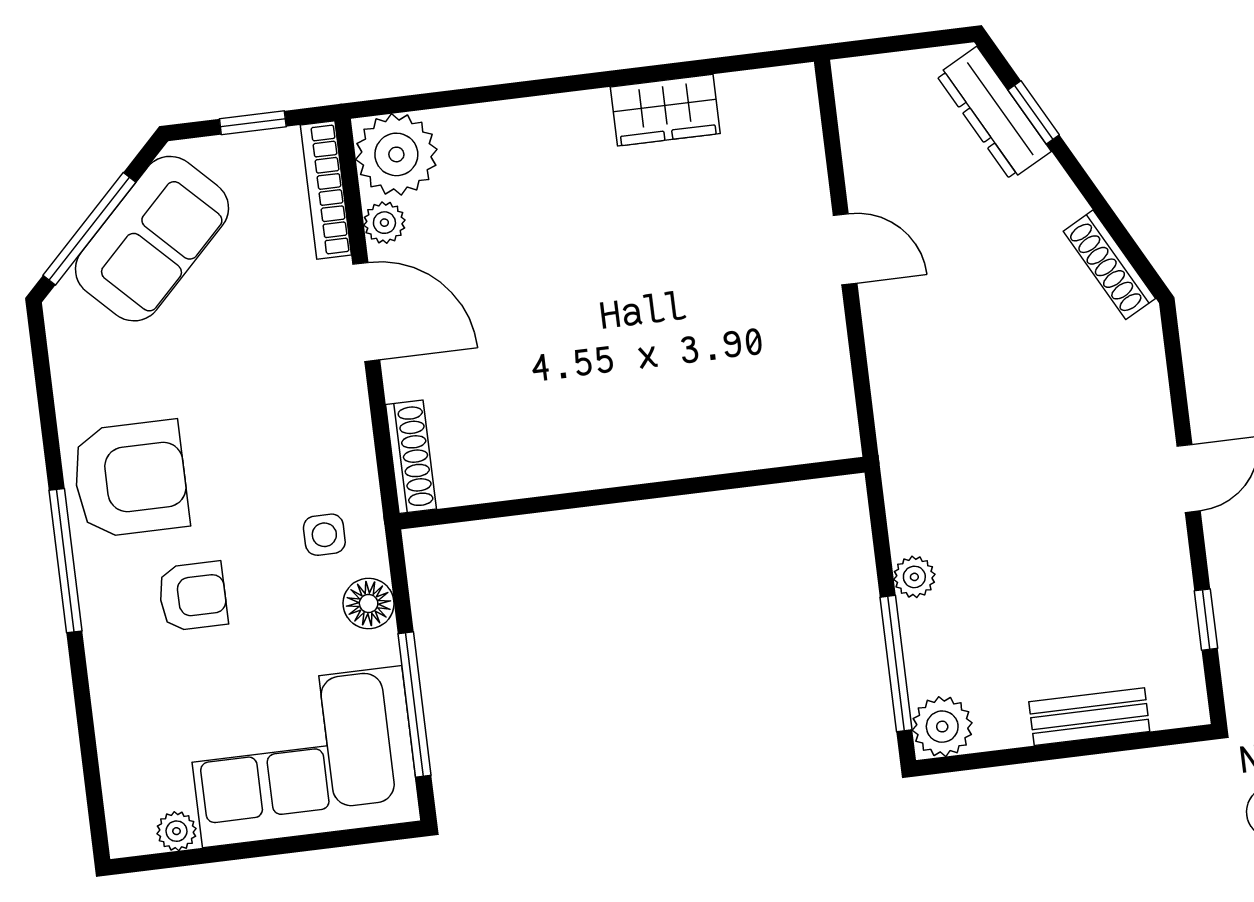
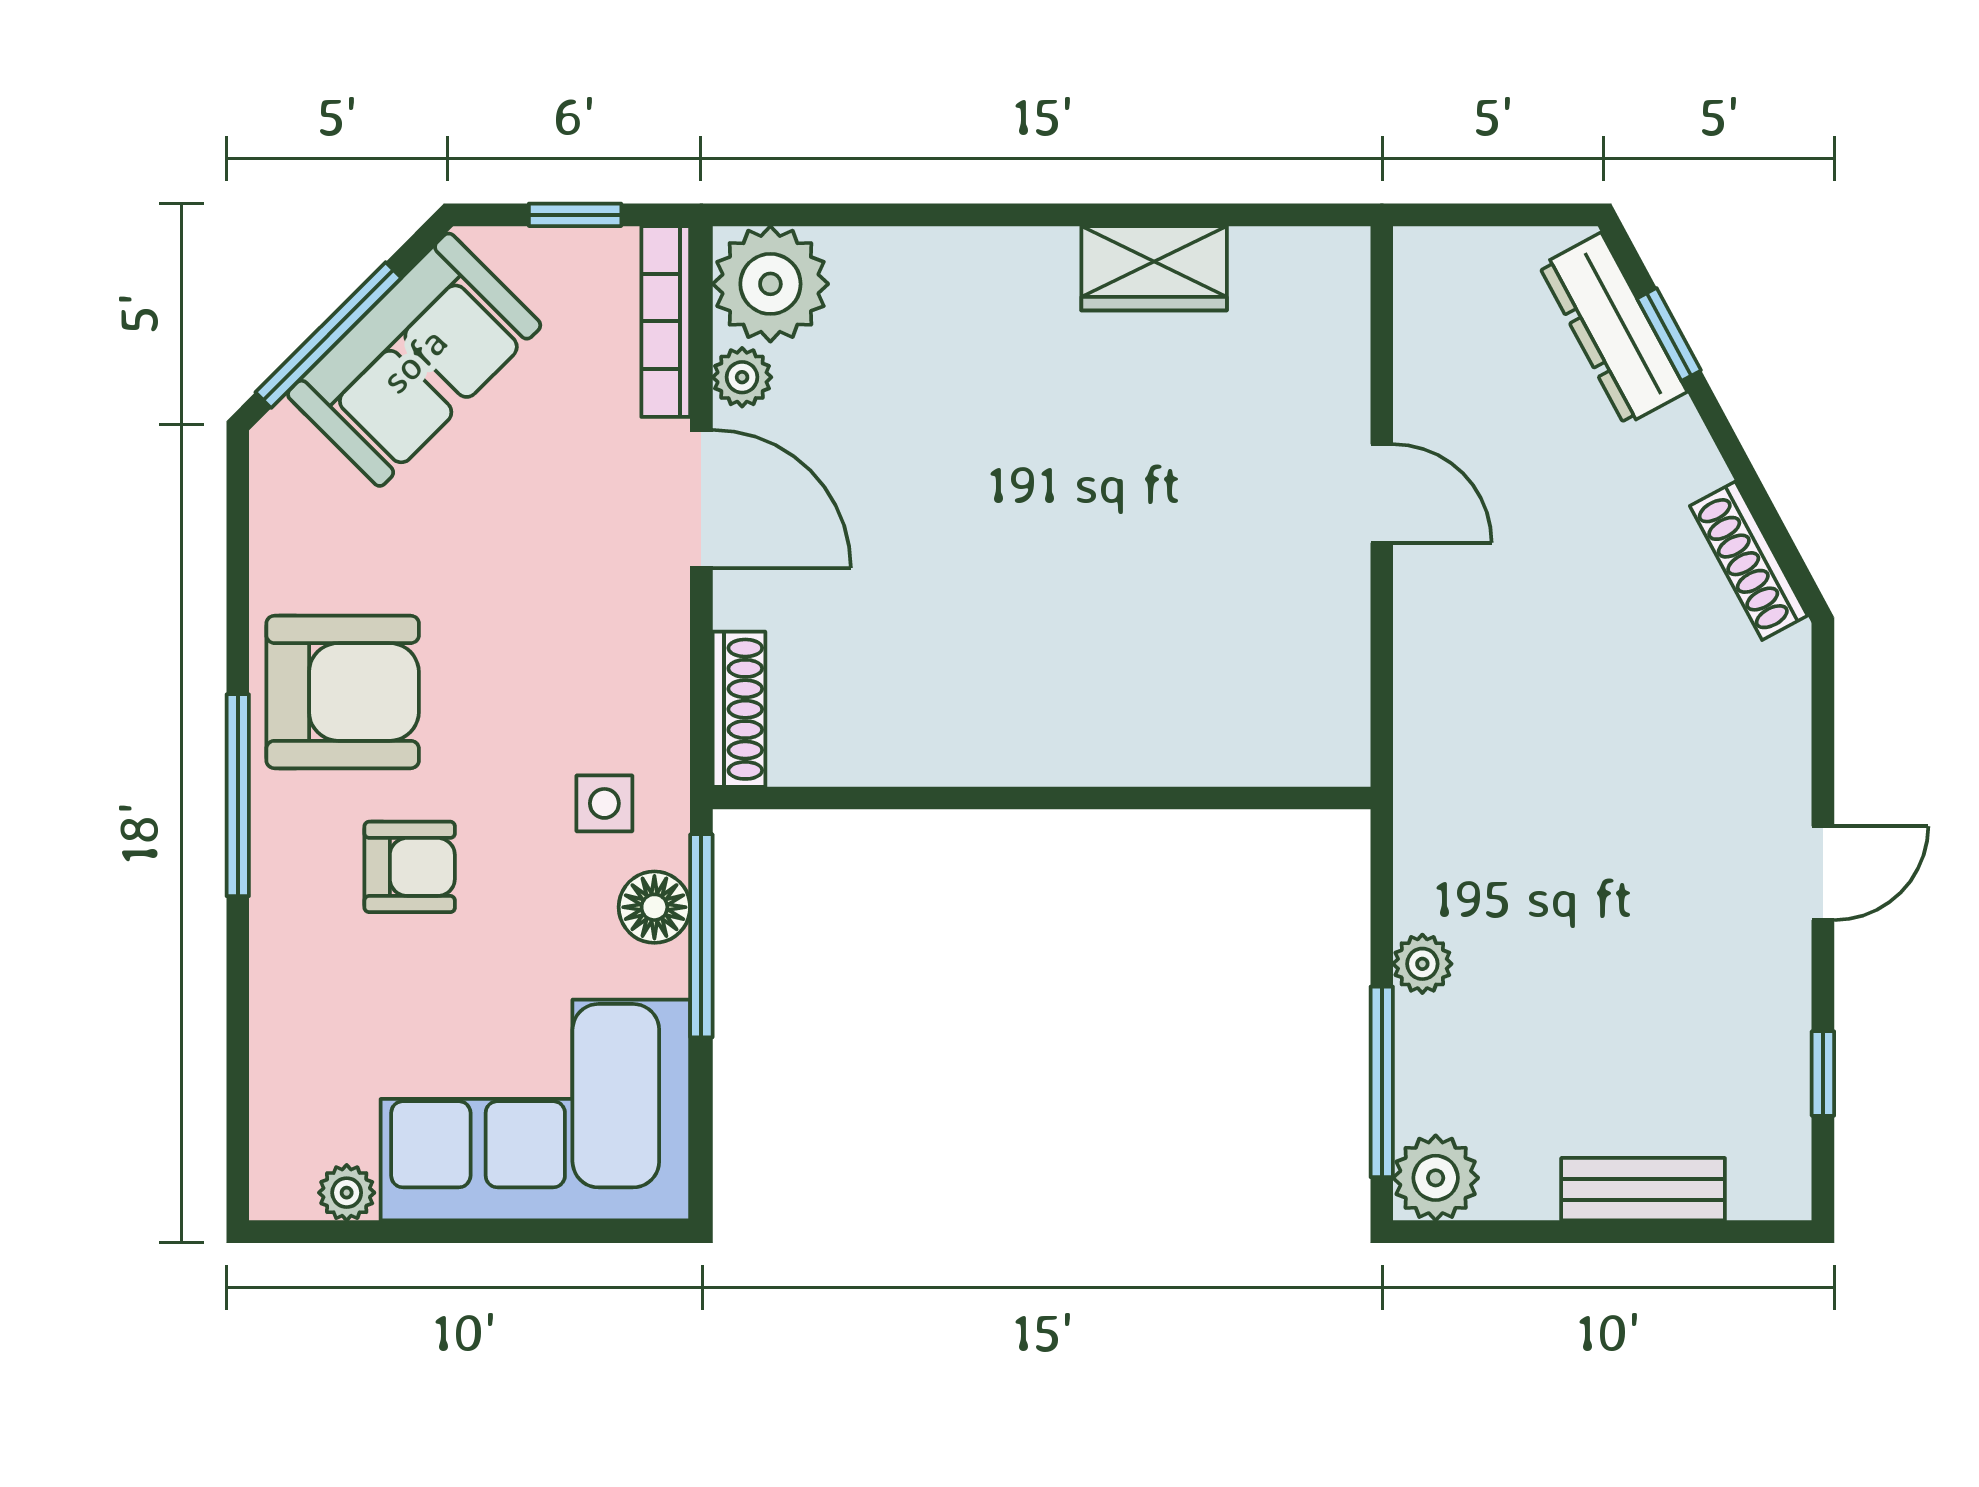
window: (415, 704) -> (701, 936), moved

